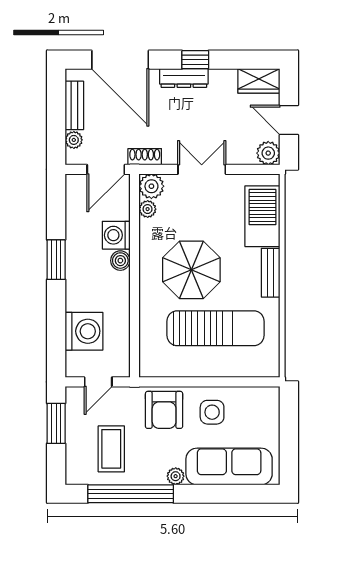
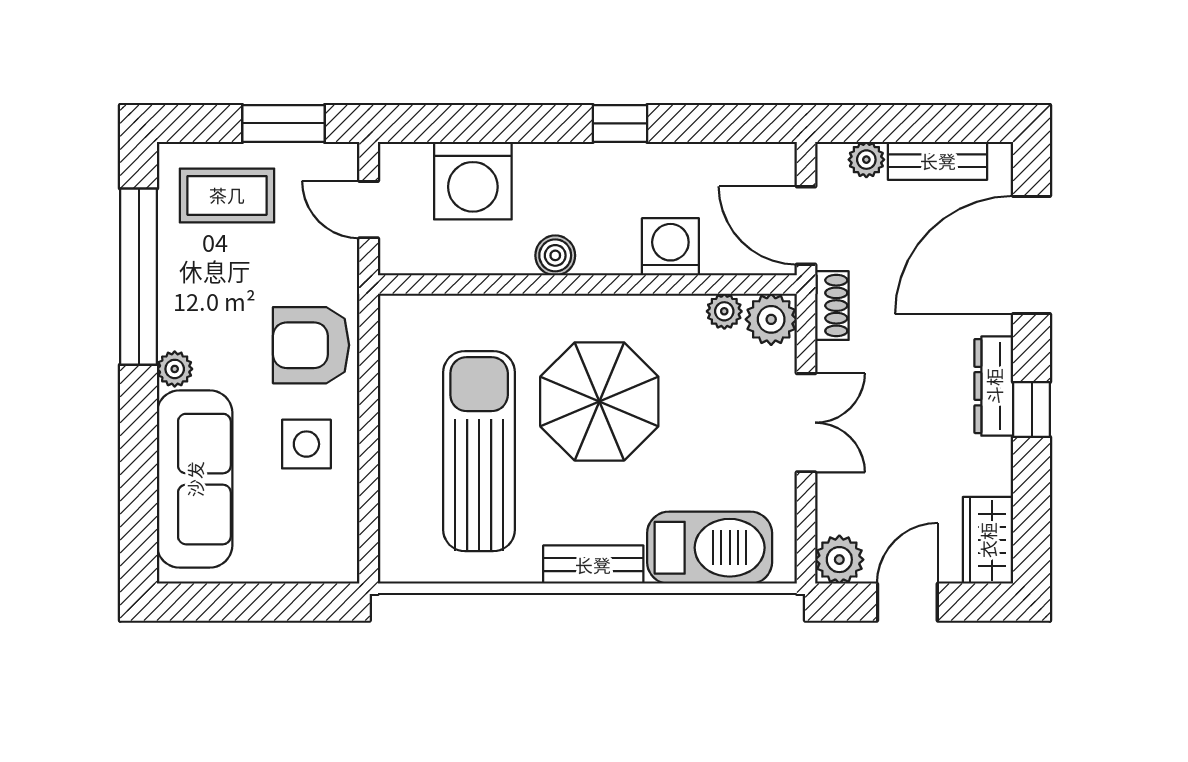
window: (56, 260) -> (620, 123), width x0.67
boiler: (120, 261) -> (555, 255), moved
sun lounger: (215, 328) -> (479, 451), turned 180
coffee table: (111, 449) -> (227, 195), moved

